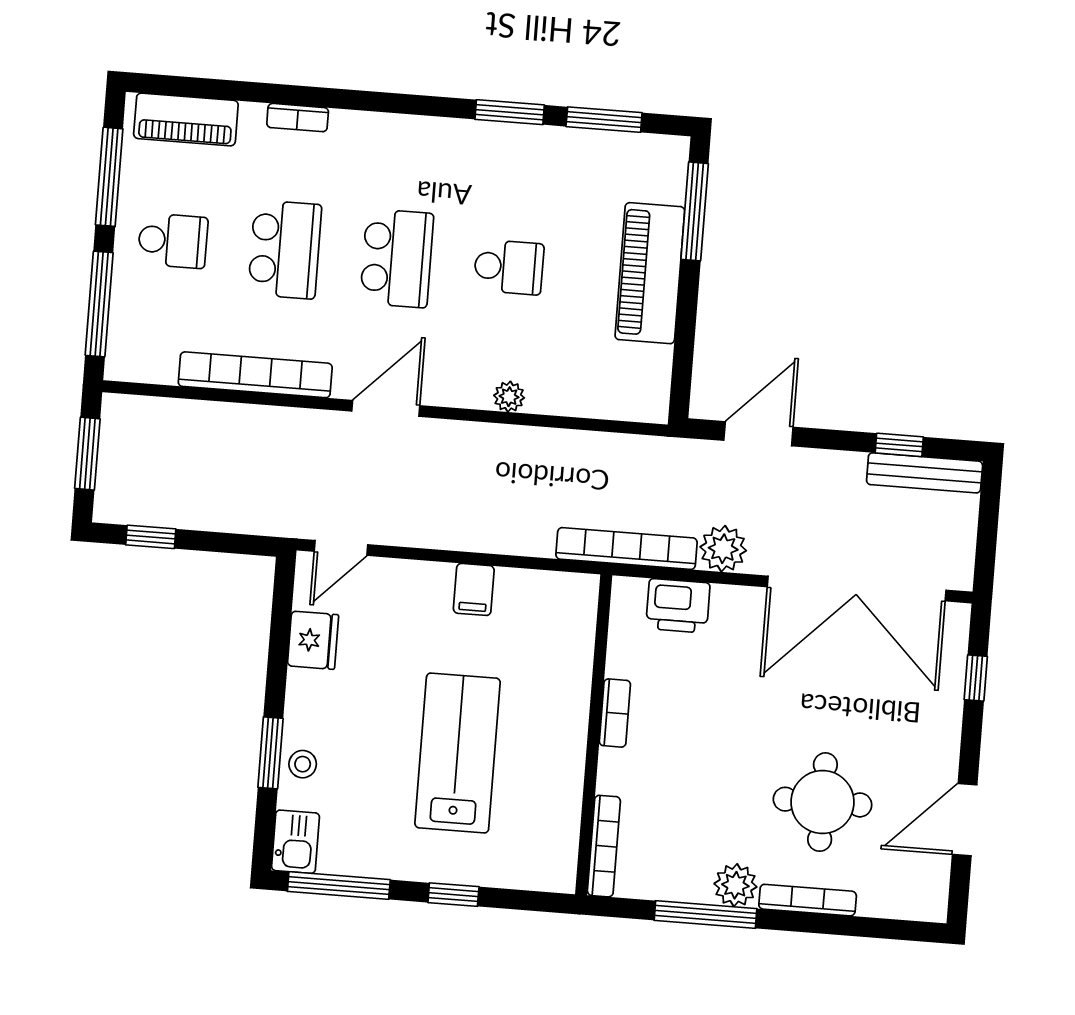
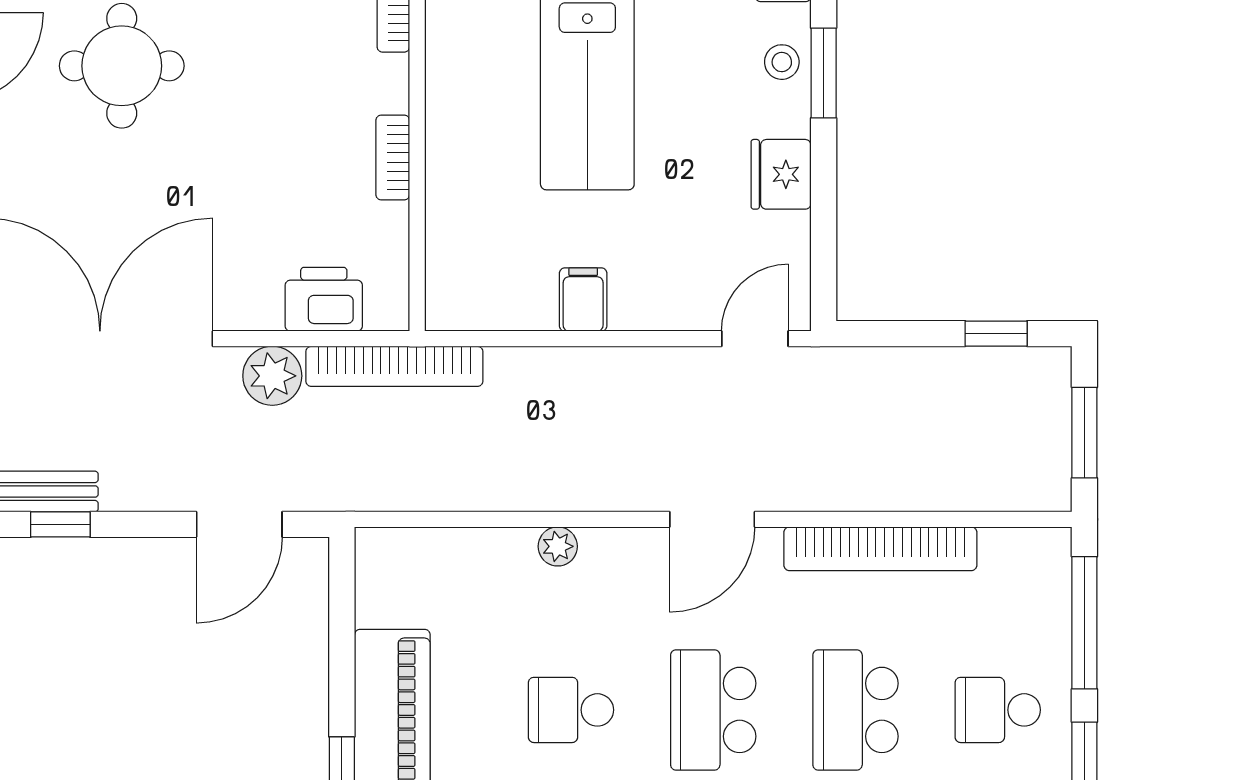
fridge: (313, 640) -> (781, 174), moved

